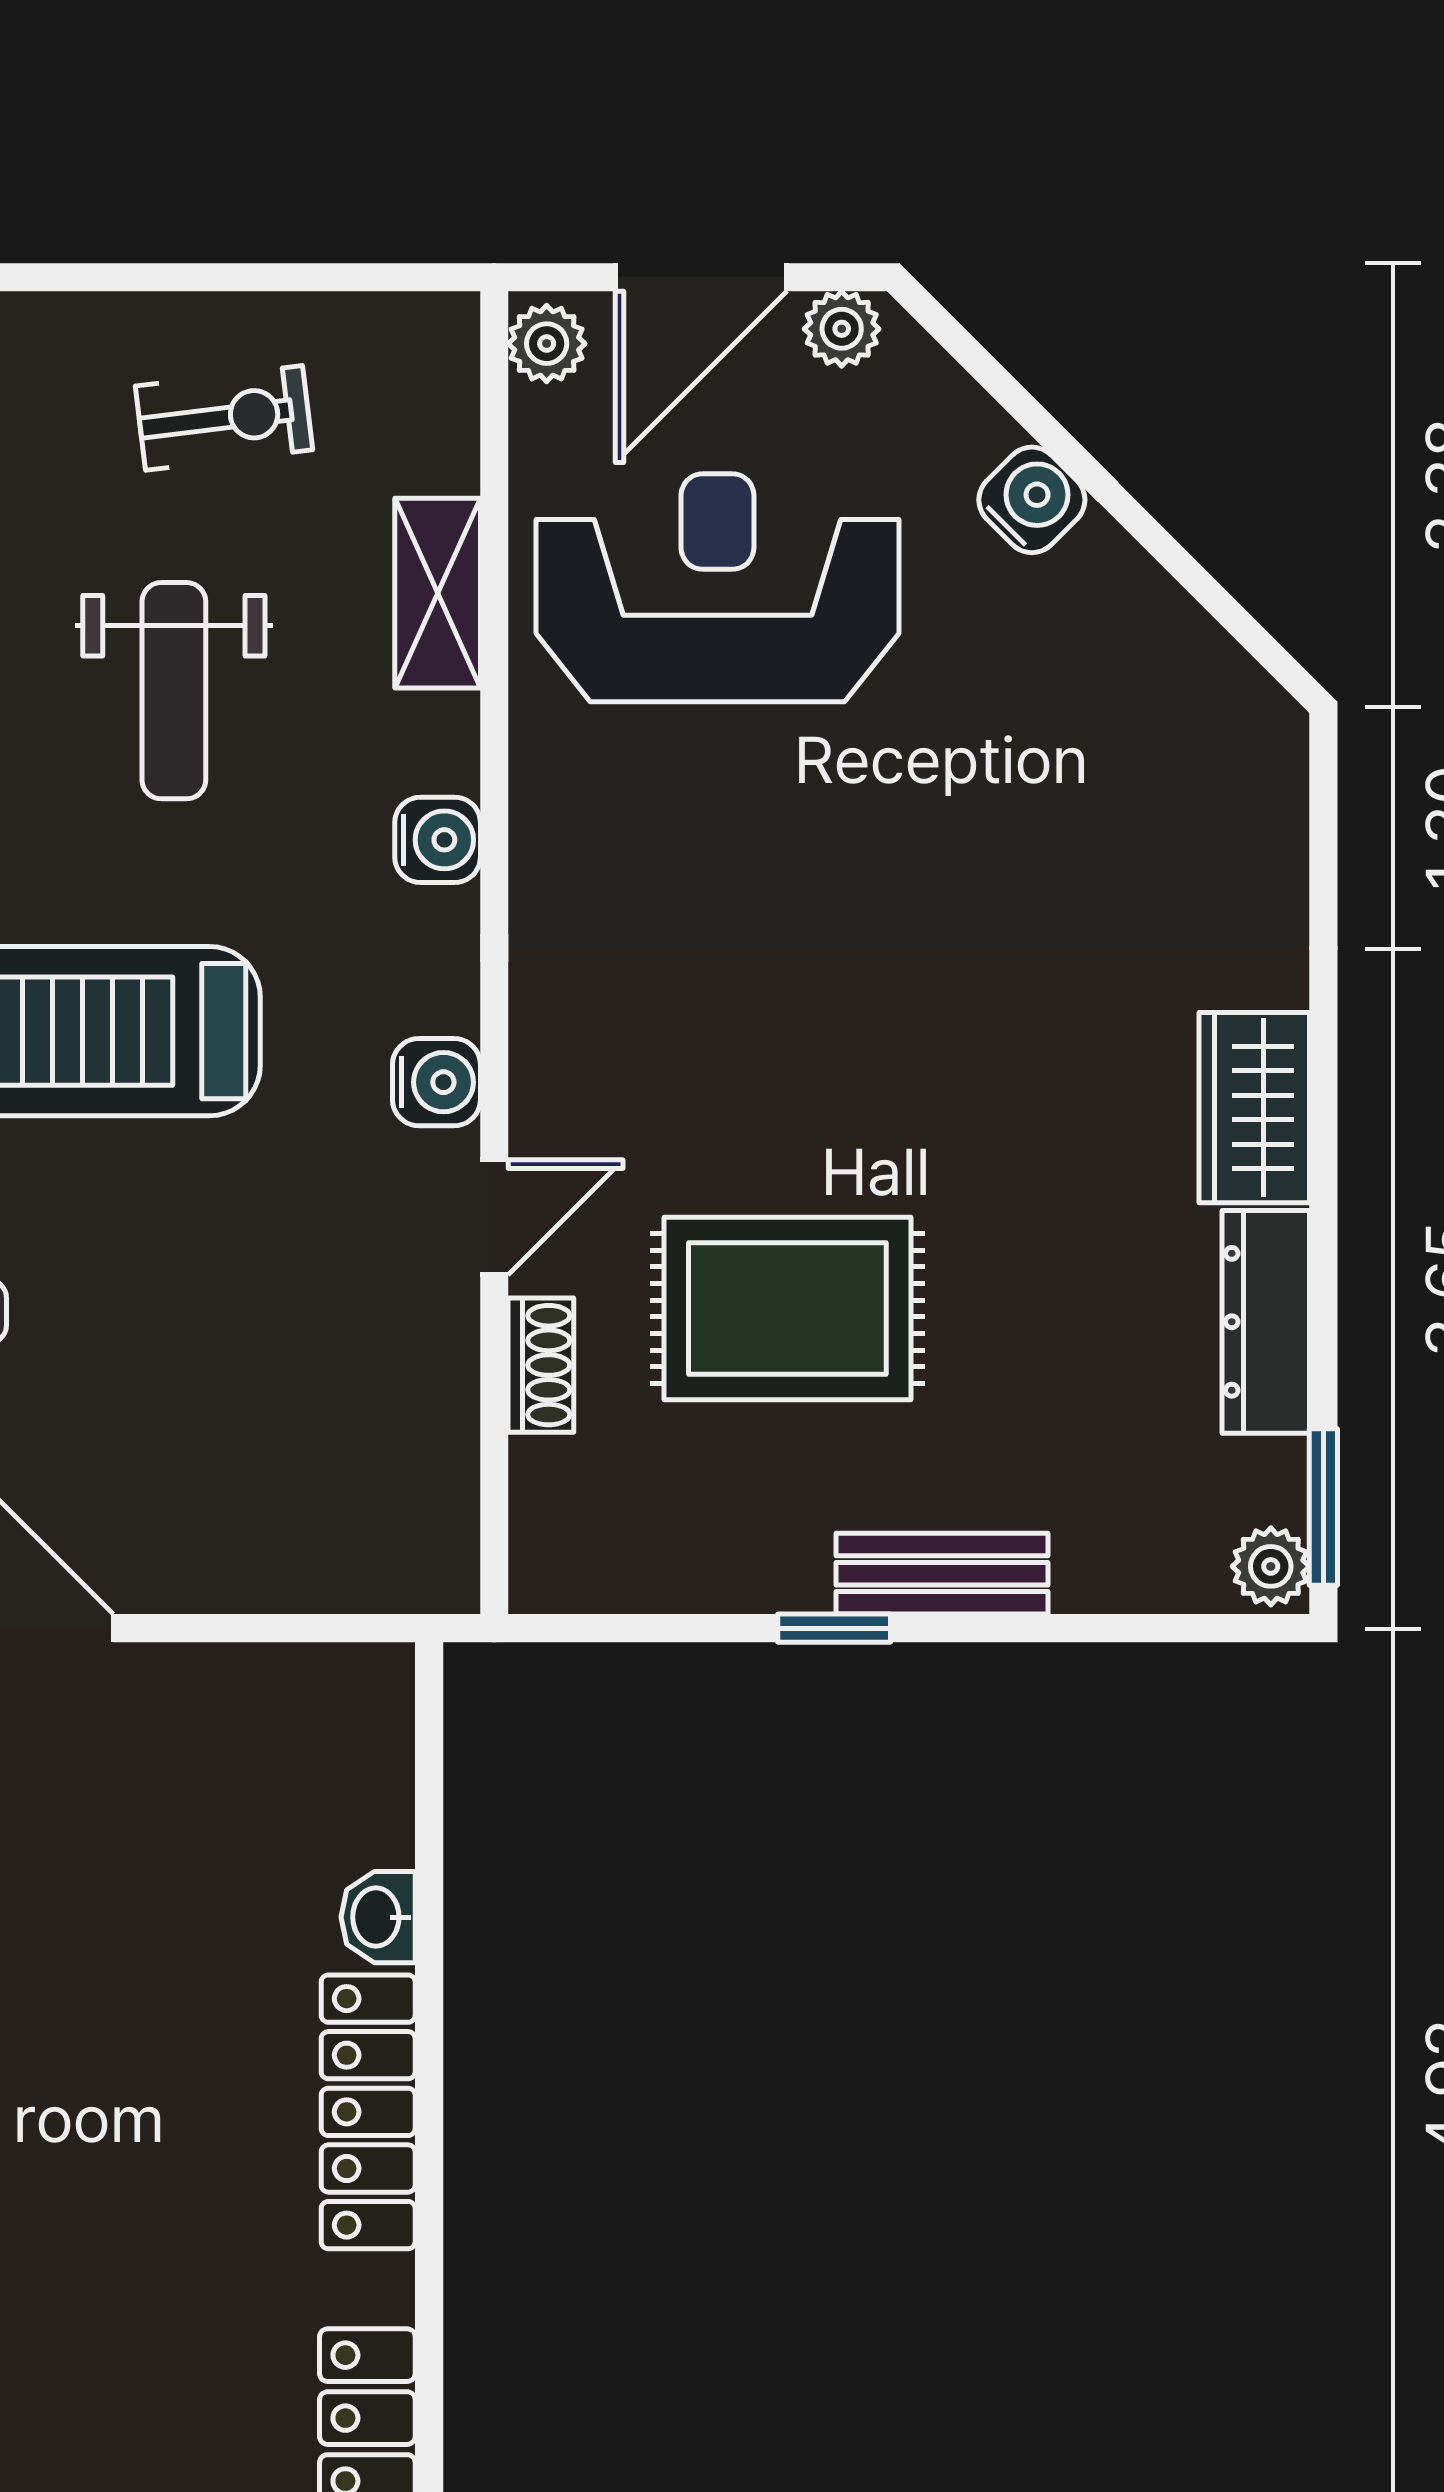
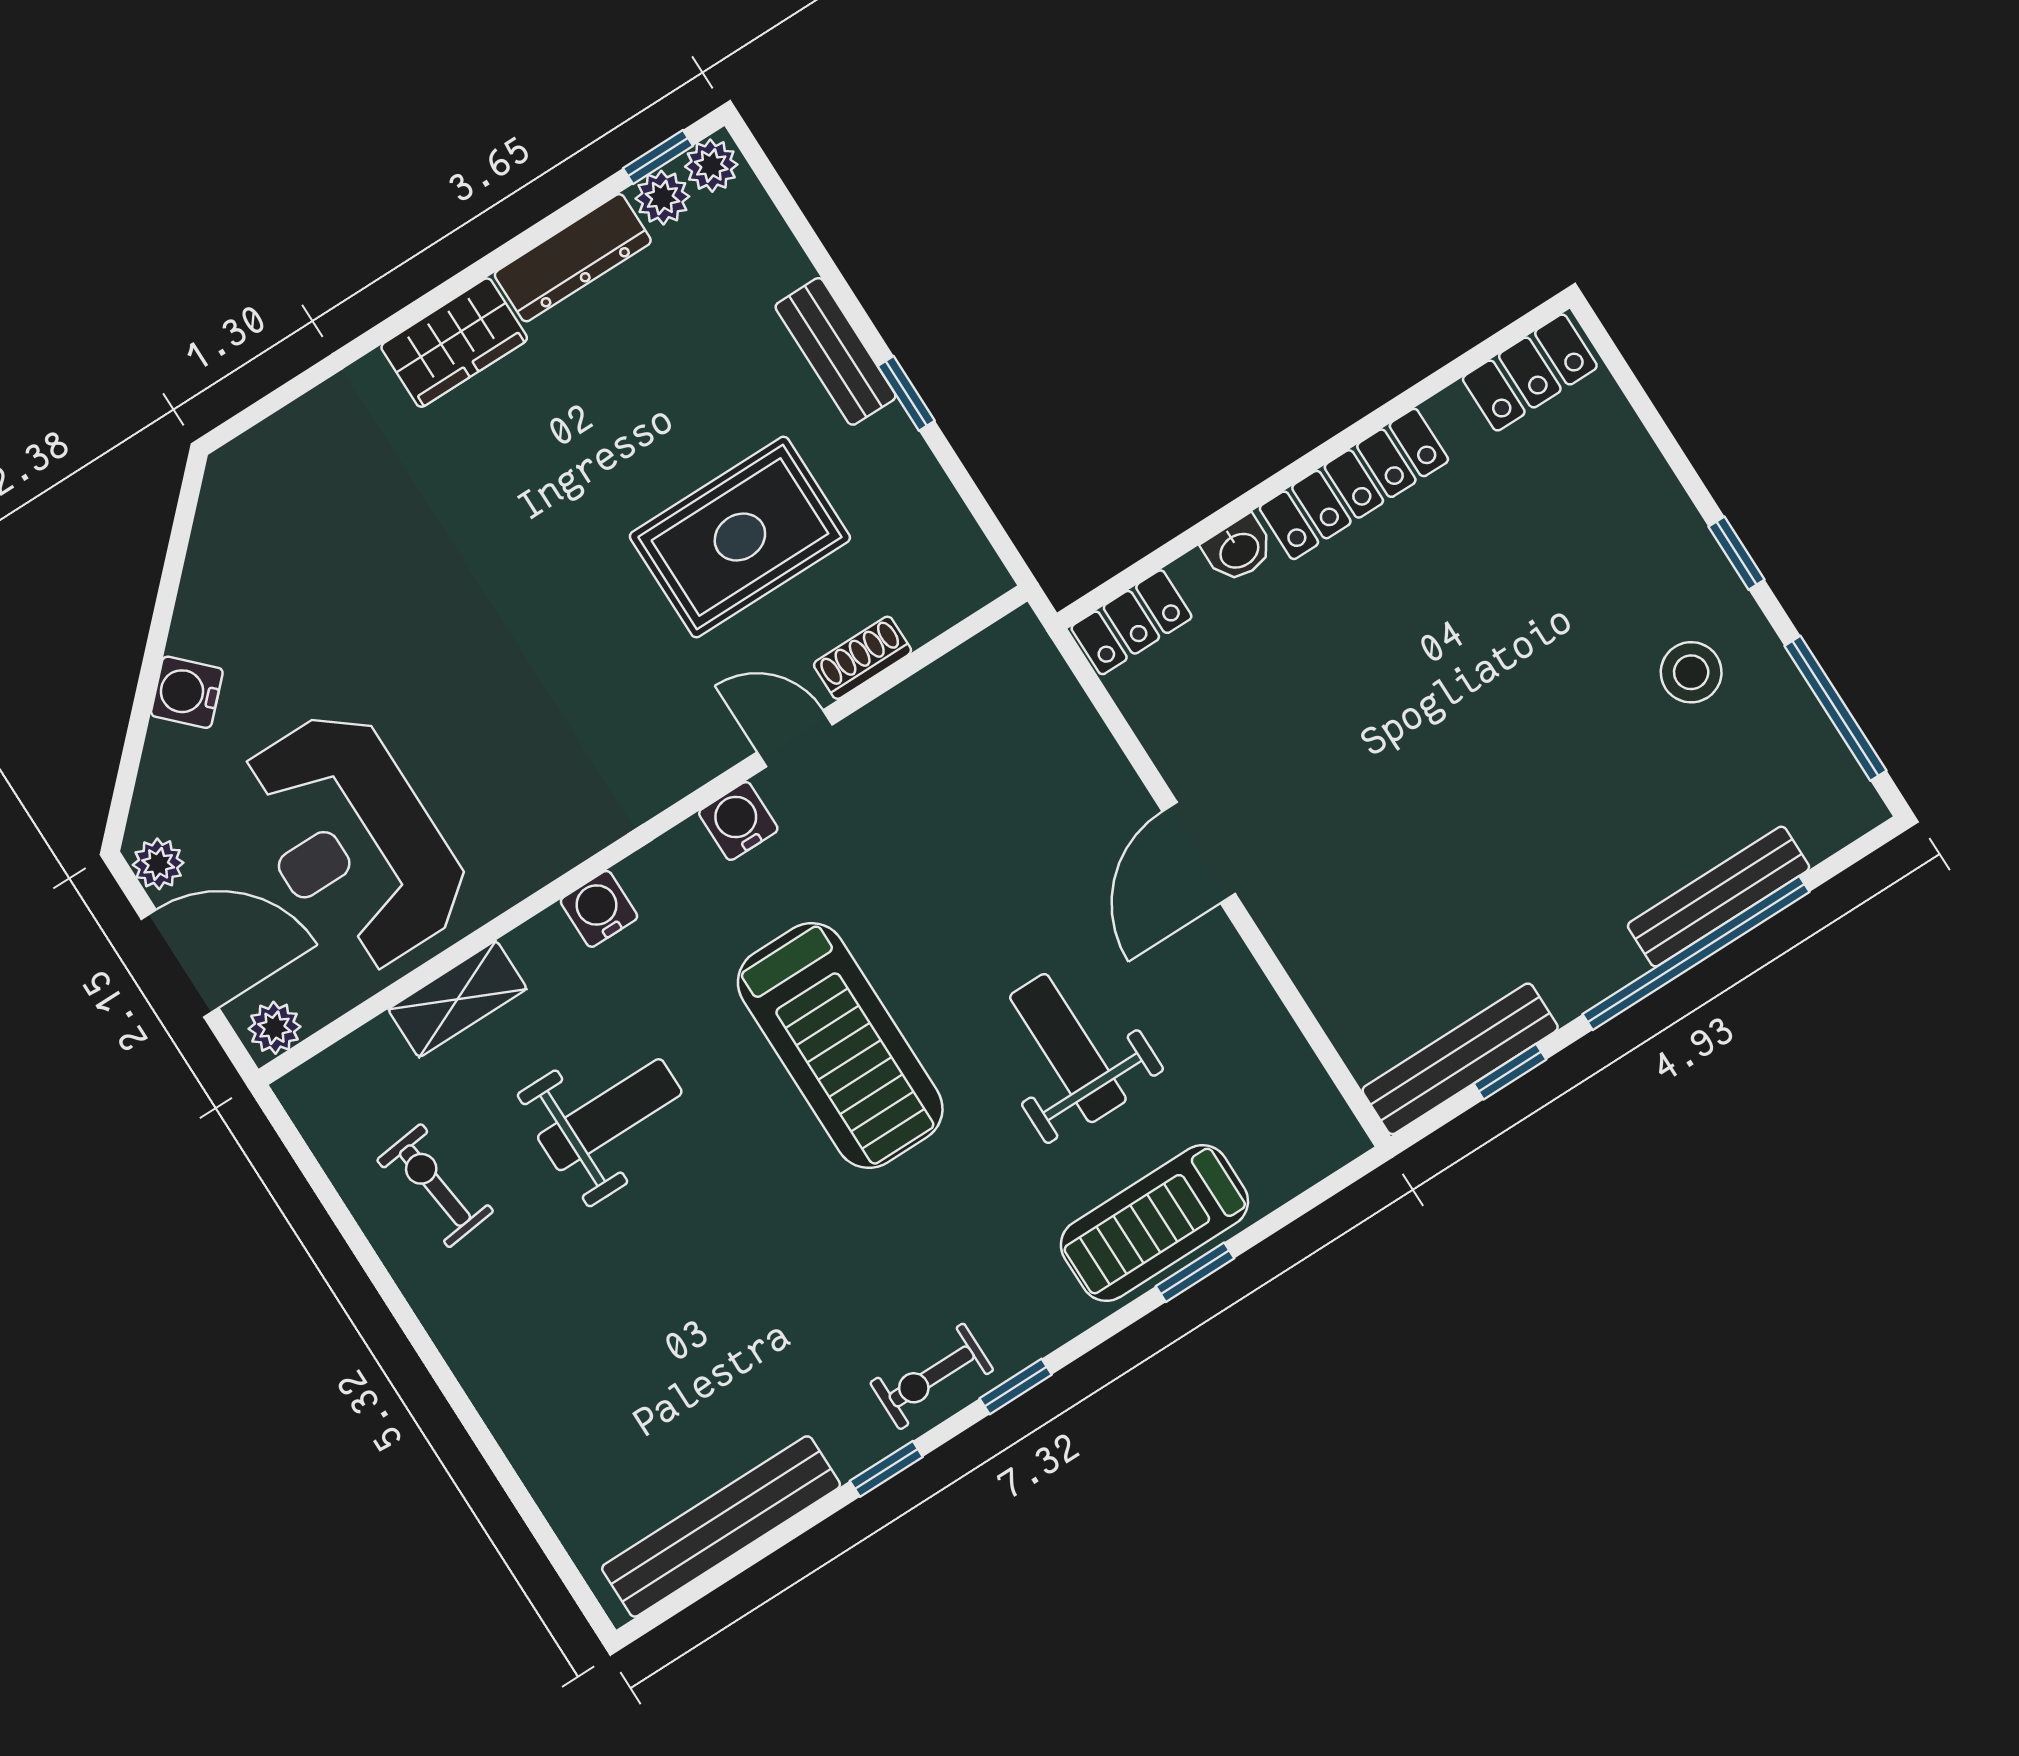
rug: (787, 1308) -> (740, 537), turned 90
plant: (1270, 1481) -> (662, 198), added
window: (1323, 1507) -> (658, 157), width x0.67
locker: (372, 1727) -> (1131, 622), added

